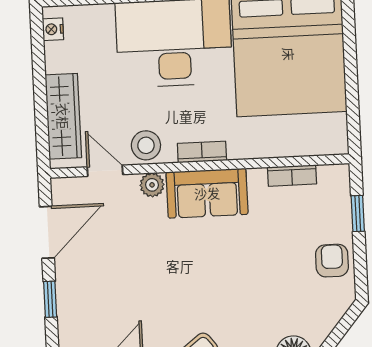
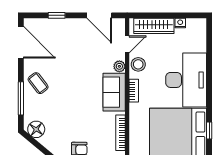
nightstand: (53, 29) -> (180, 23), moved
bookcase: (292, 175) -> (121, 133), width x1.56
window: (50, 299) -> (57, 15), moved

